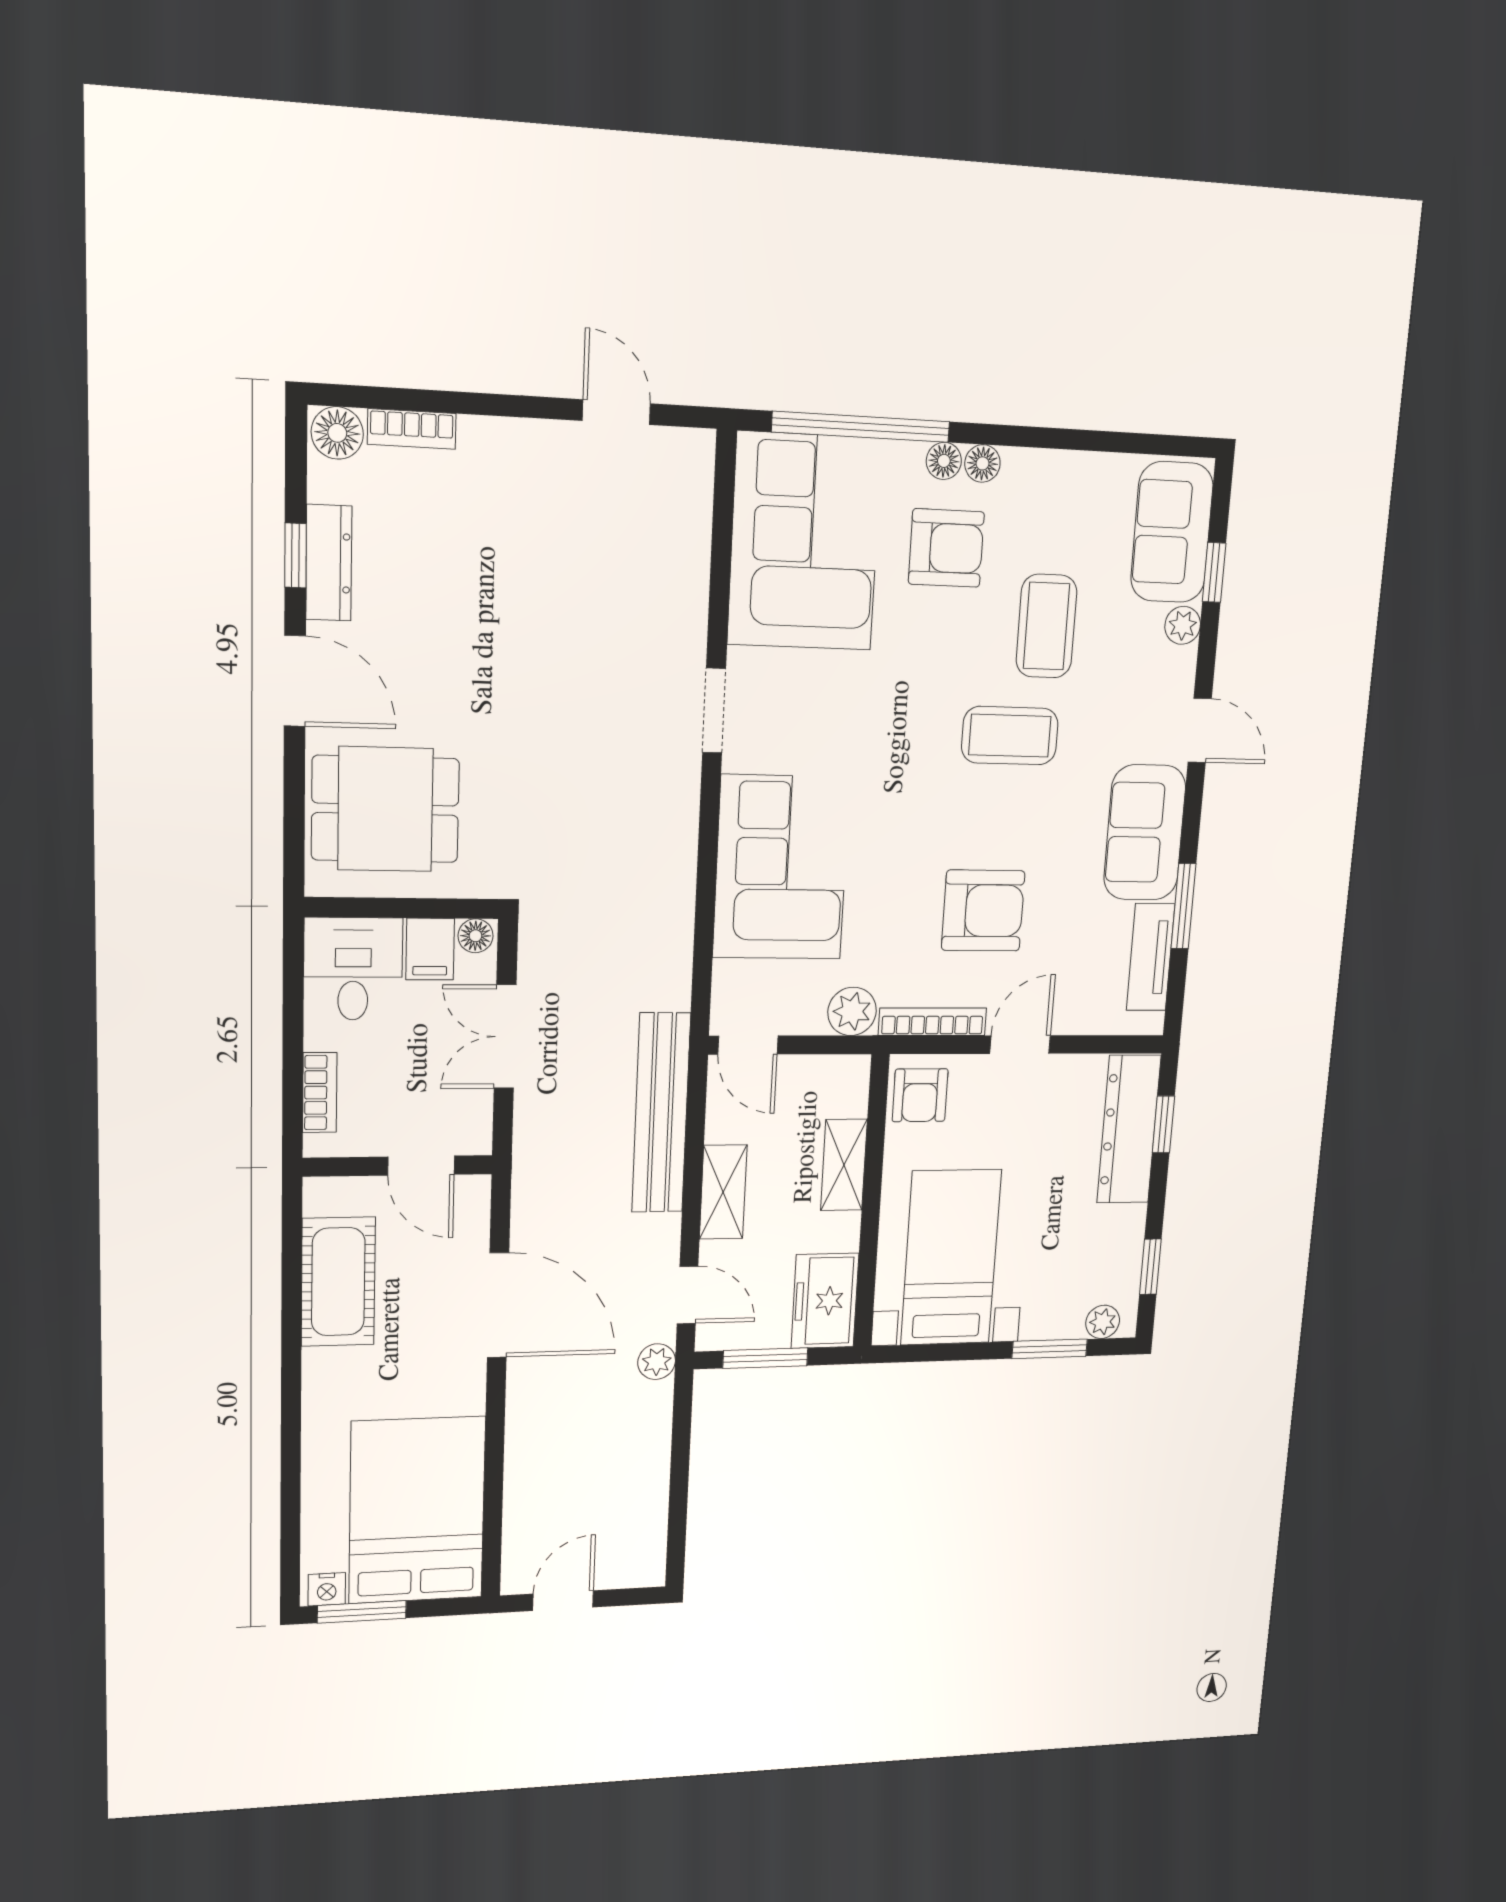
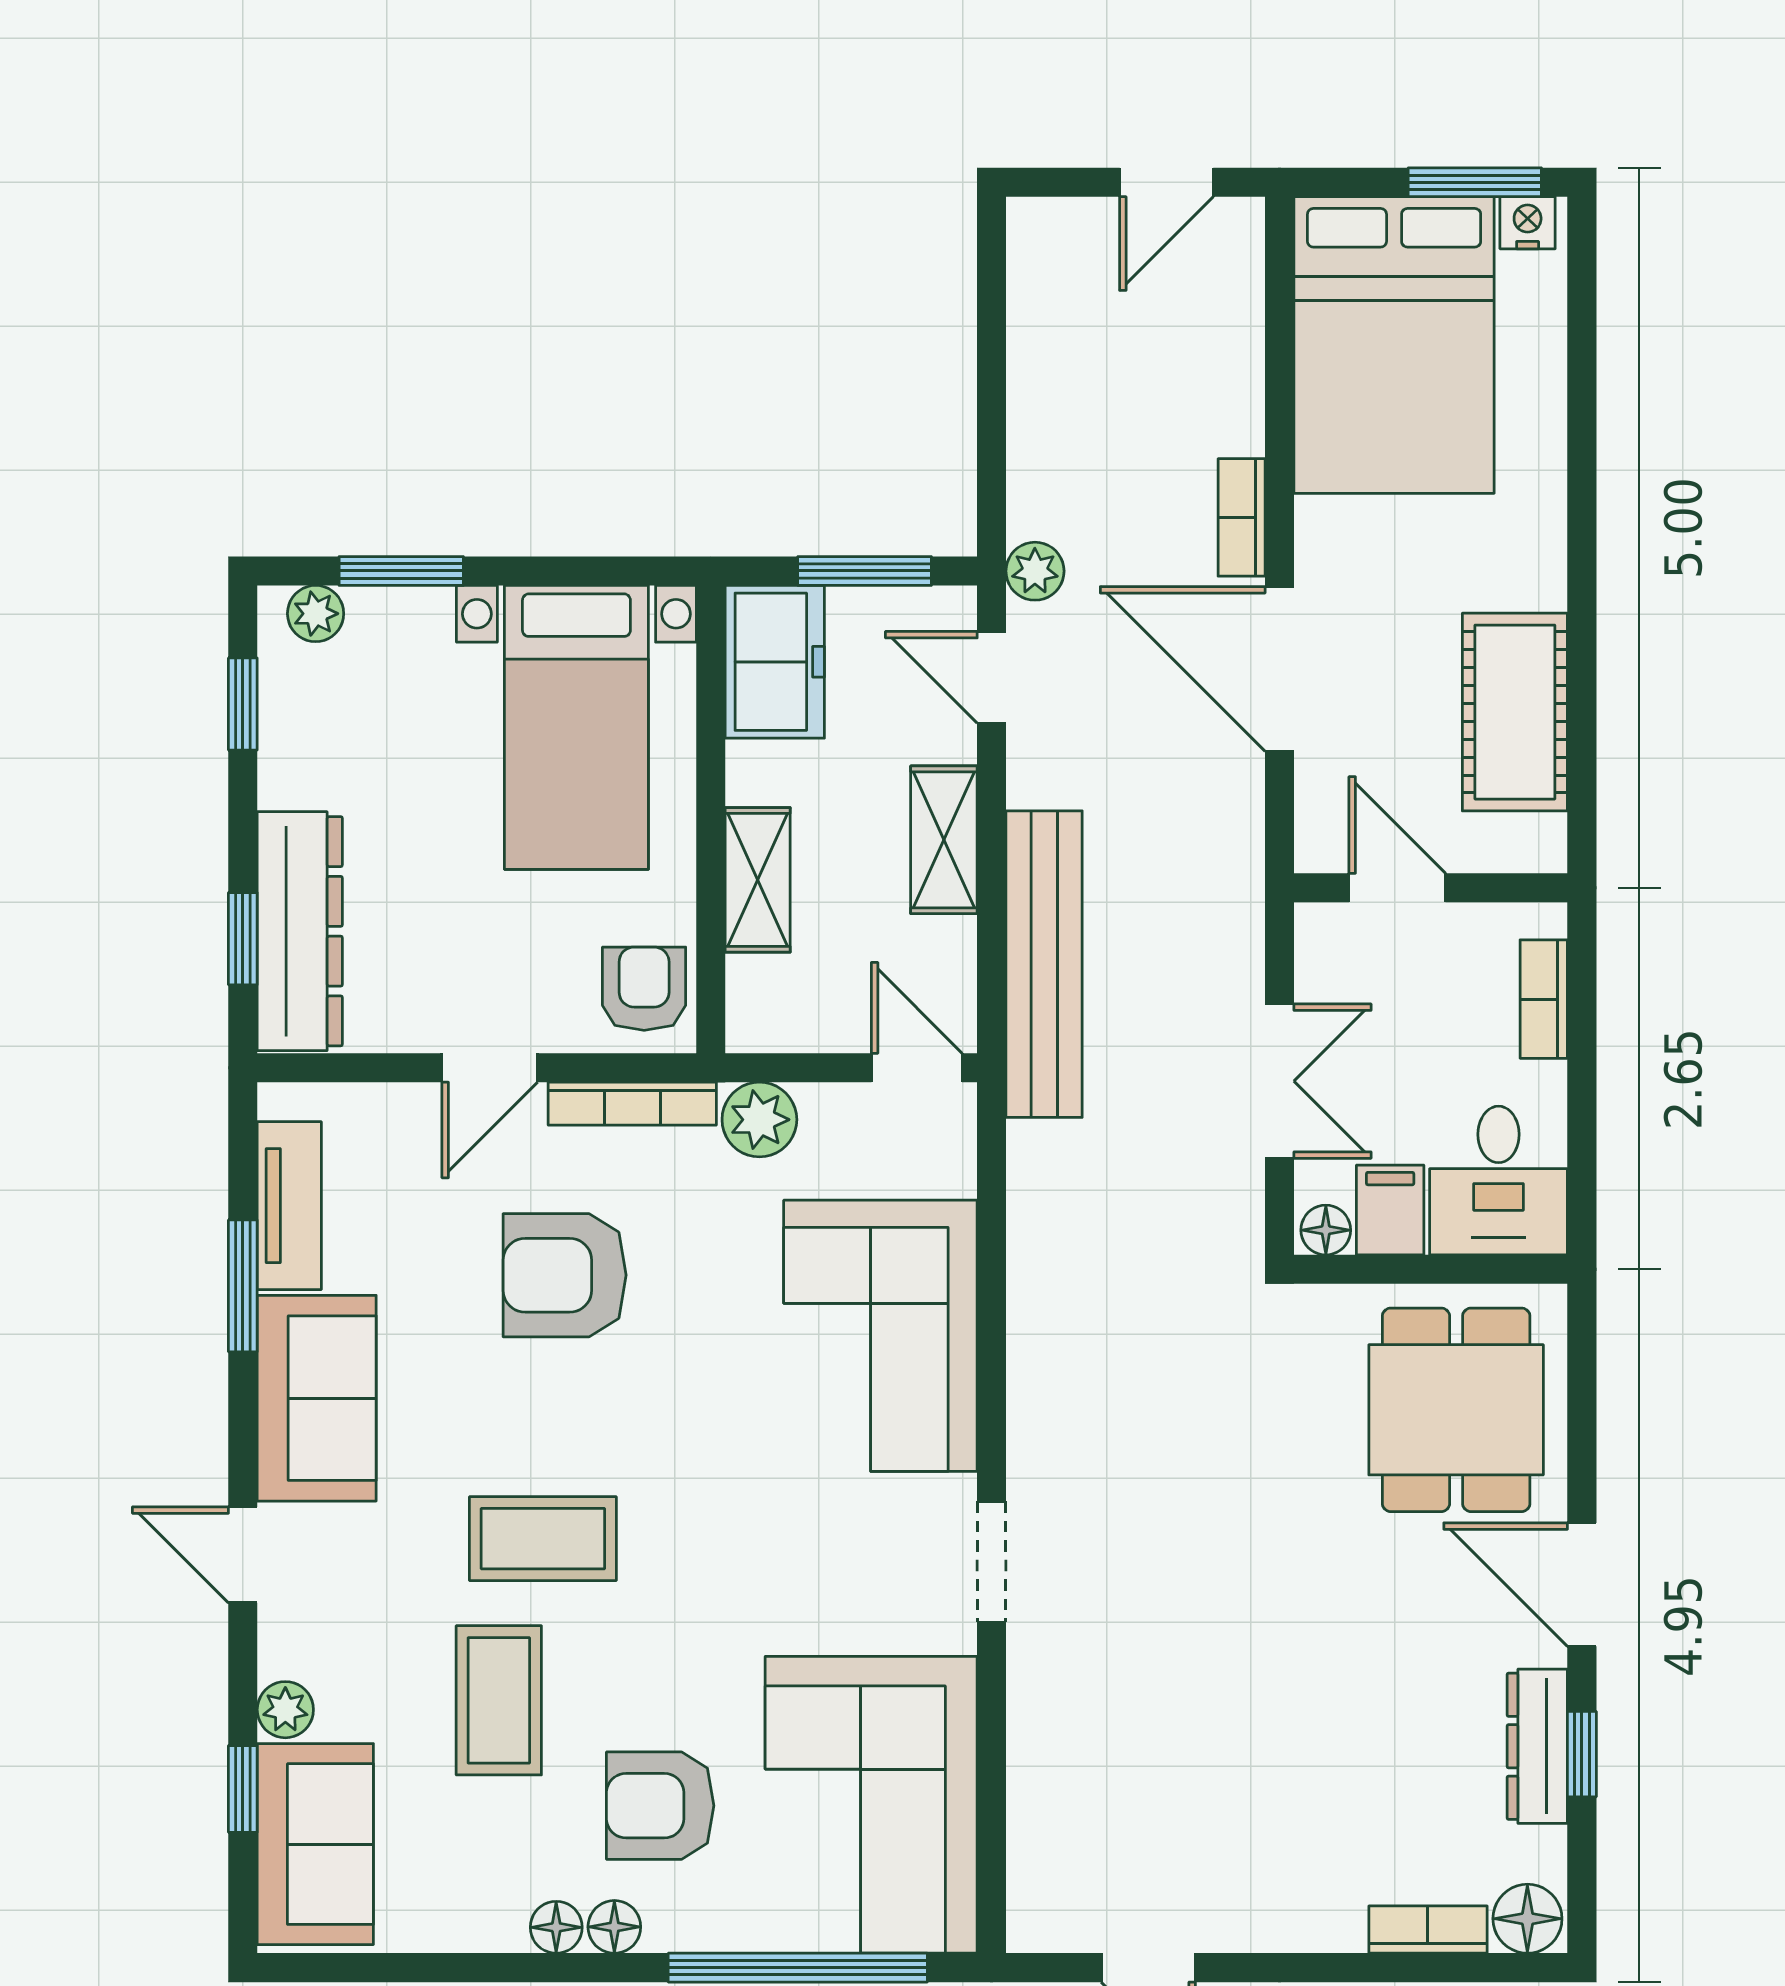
floor lamp: (944, 461) -> (556, 1927), moved
dining table: (385, 809) -> (1456, 1410), turned 90
bookcase: (521, 1400) -> (1242, 517), added

